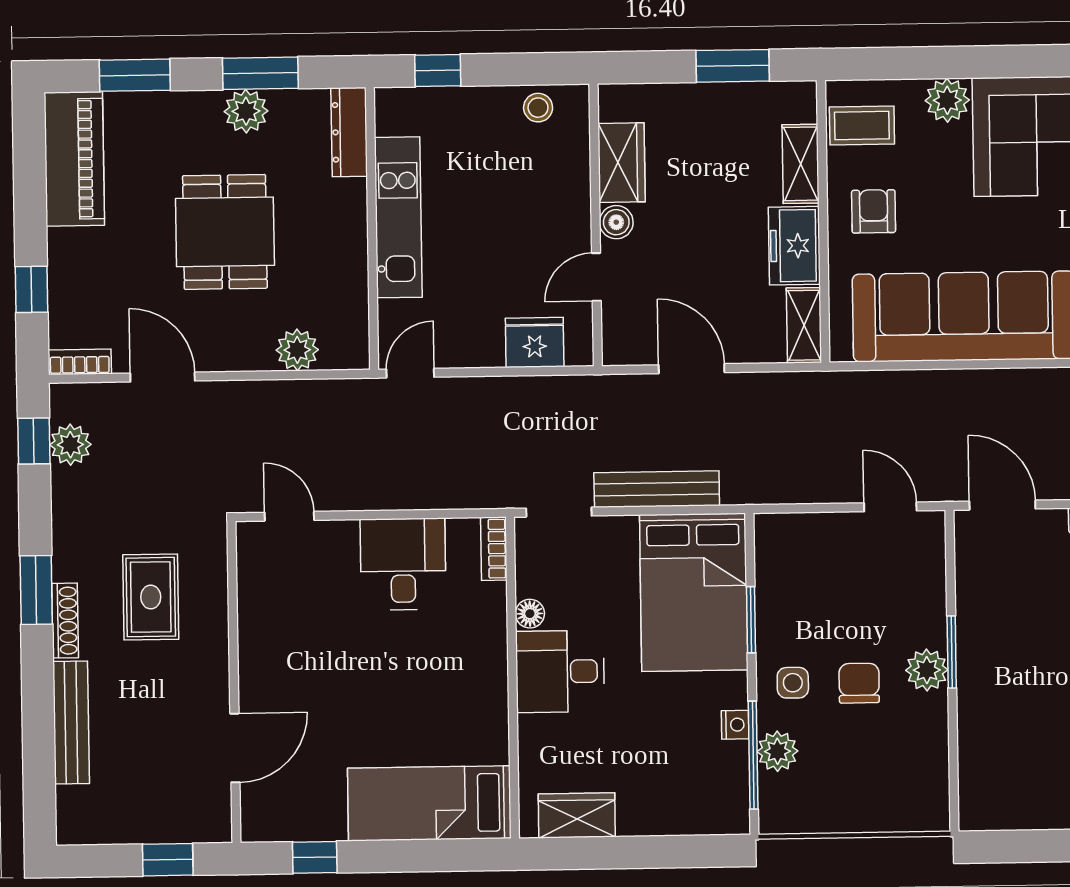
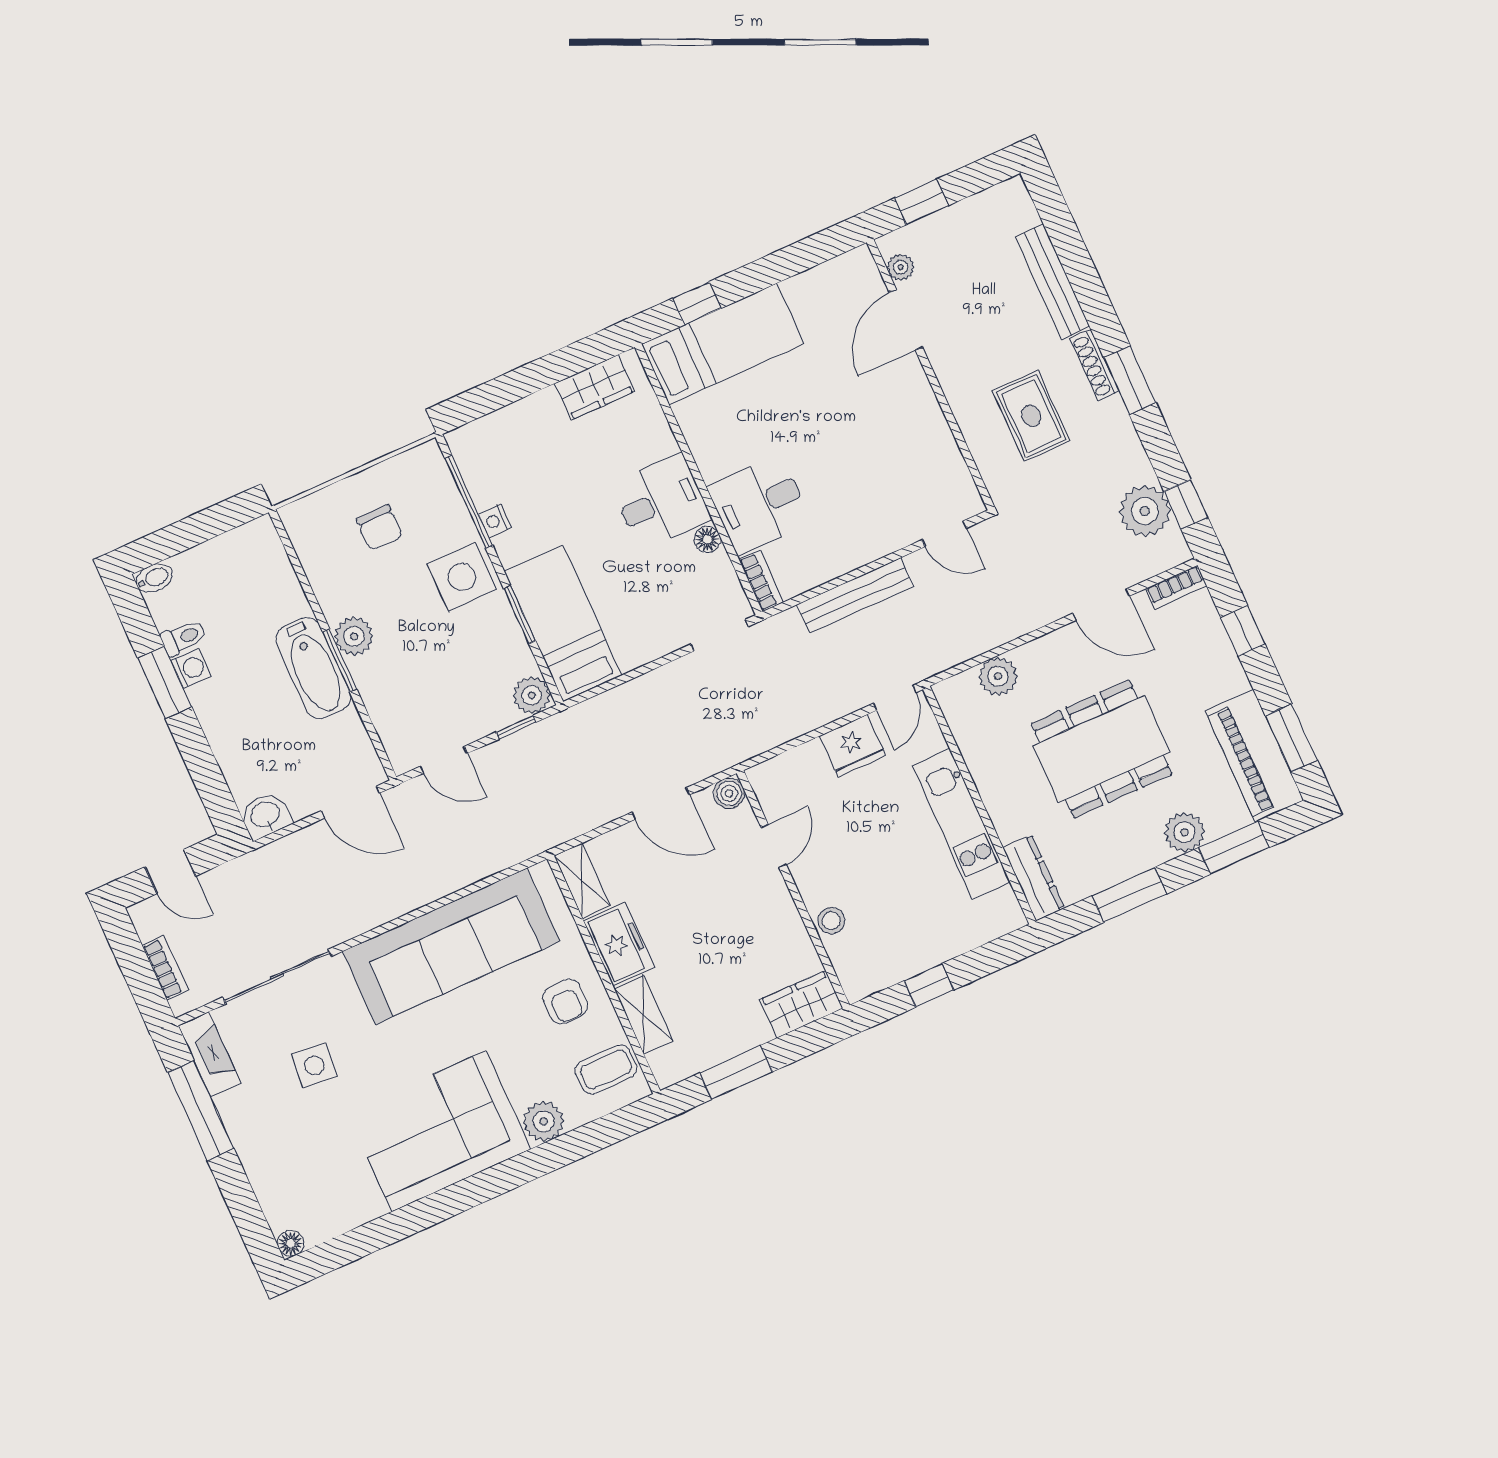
window: (438, 70) -> (929, 985), moved
stool: (538, 108) -> (831, 921), moved
plant: (246, 111) -> (1184, 832), moved
window: (29, 160) -> (1291, 738), added
wardrobe: (622, 163) -> (801, 1004), moved, turned 90
boiler: (616, 222) -> (729, 793), moved
dining table: (225, 232) -> (1102, 749), width x1.38
fridge: (535, 342) -> (852, 746), moved
plant: (70, 445) -> (1145, 511), width x1.36, depth x1.36
bench: (657, 489) -> (855, 596), moved
window: (804, 508) -> (516, 727), added
desk: (403, 564) -> (759, 504), moved, turned 90
bed: (694, 592) -> (563, 623), width x0.67
bathtub: (981, 656) -> (313, 668), added
side table: (793, 683) -> (462, 577), width x1.87, depth x1.87
chair: (859, 683) -> (379, 528), moved
plant: (777, 751) -> (532, 695), moved
plant: (217, 803) -> (901, 267), added
window: (315, 857) -> (697, 303), moved

